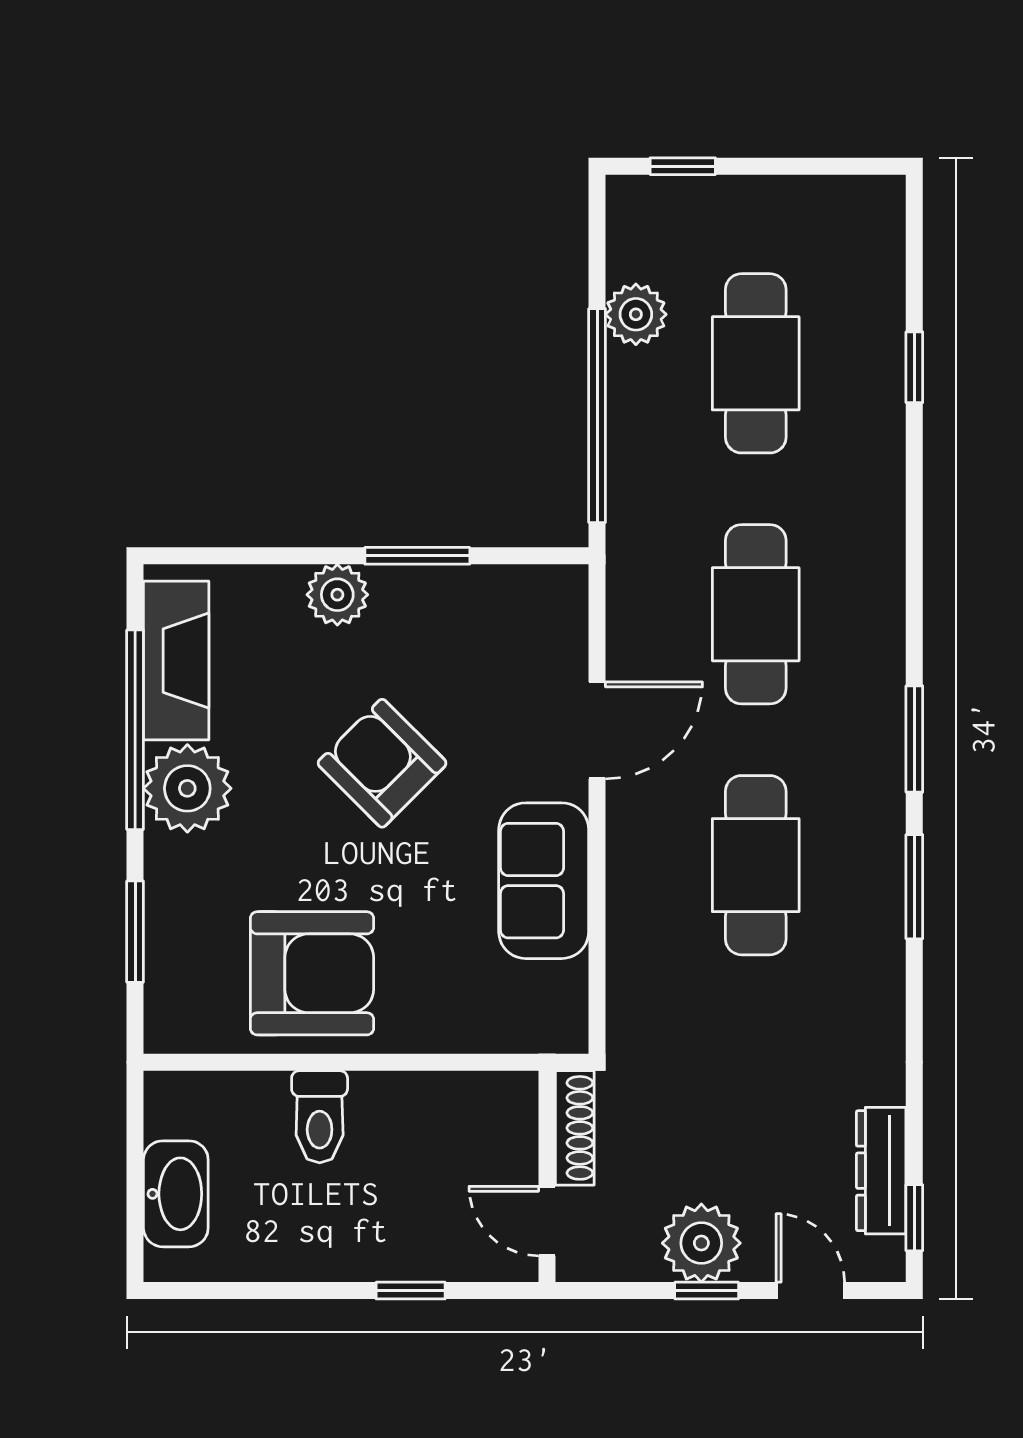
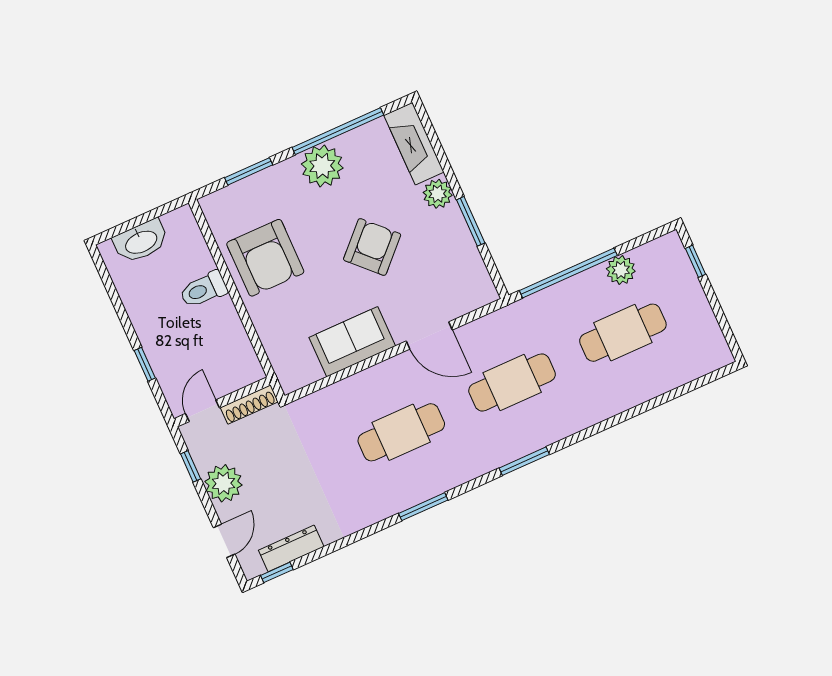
window: (914, 367) -> (653, 404), removed
fireplace: (176, 661) -> (414, 144), moved, turned 90
window: (914, 739) -> (524, 461), moved
window: (707, 1291) -> (191, 466), moved

